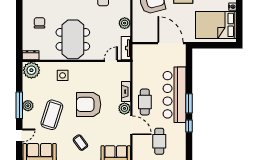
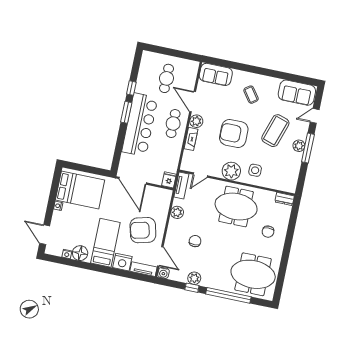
meeting table: (73, 39) -> (236, 207), turned 90
fridge: (138, 51) -> (169, 180), added
plant: (31, 70) -> (231, 171), moved
armchair: (89, 104) -> (234, 133), turned 180

